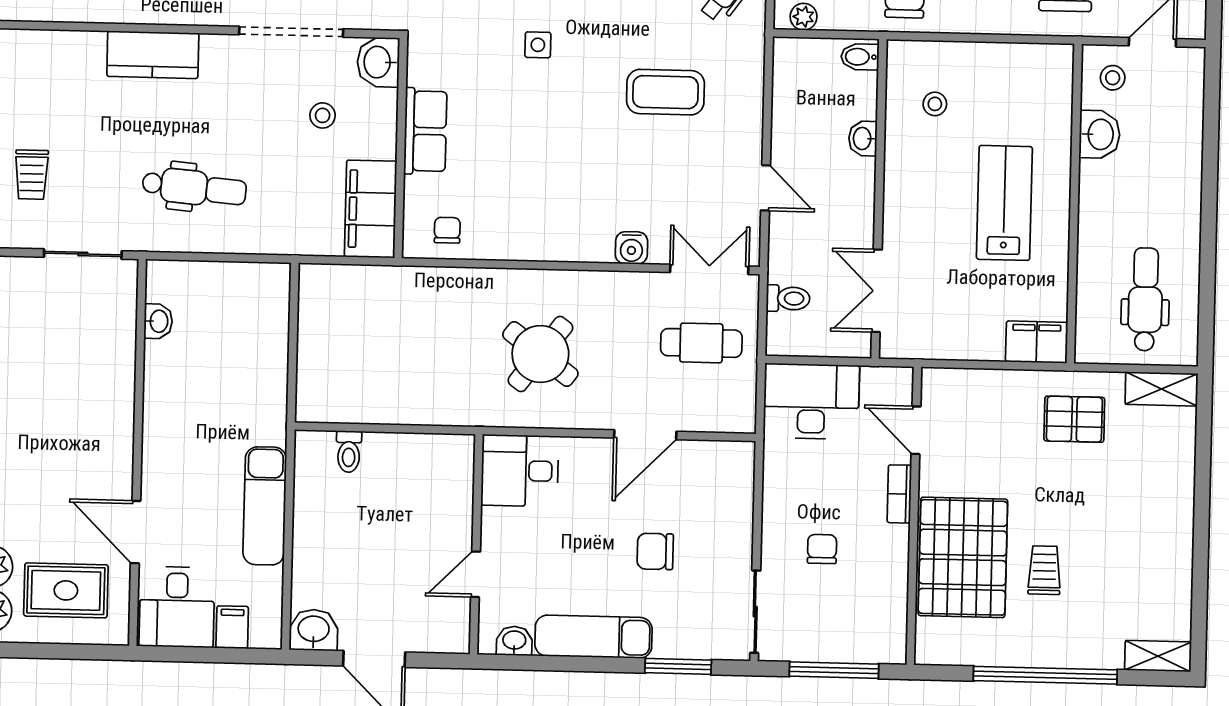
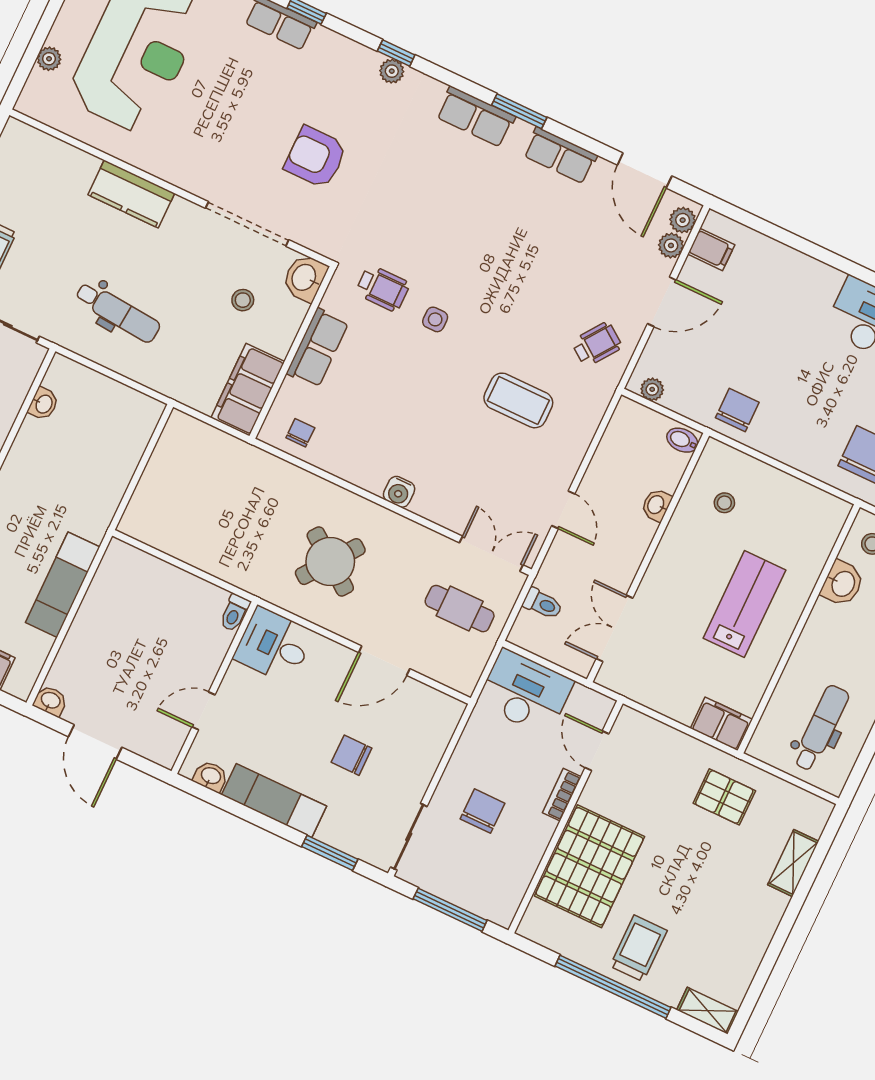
wheelchair: (467, 36) -> (383, 288), added
water cooler: (631, 248) -> (399, 492), moved
shelving: (1161, 389) -> (793, 863), moved, turned 90
toilet: (349, 452) -> (235, 613), moved
chair: (822, 549) -> (482, 811), width x1.37, depth x1.37
trolley: (1044, 570) -> (638, 948), moved, width x1.36, depth x1.39
washbasin: (314, 630) -> (50, 701), width x0.72, depth x0.69

